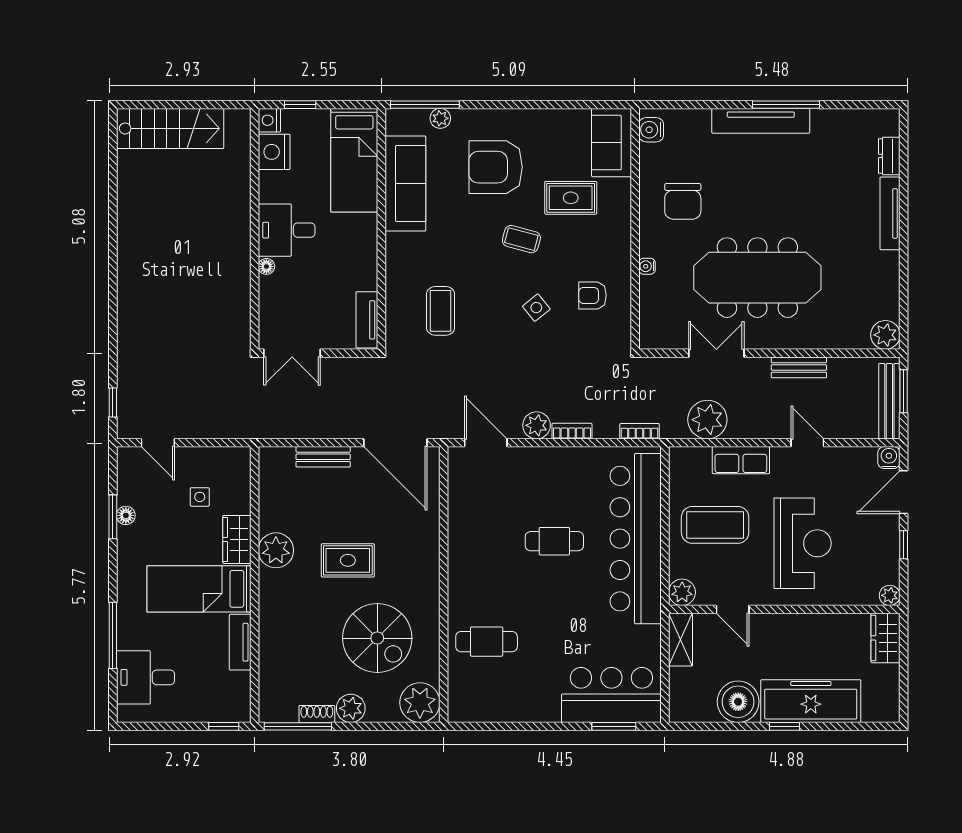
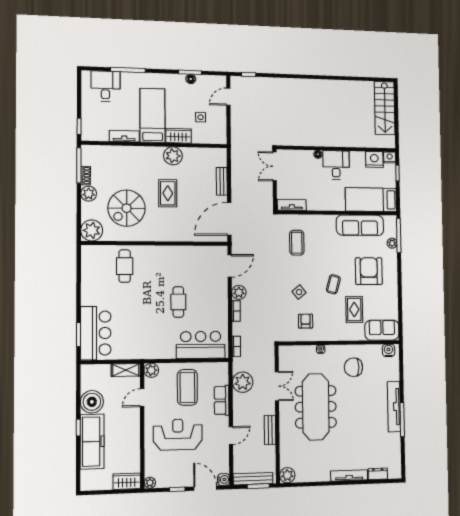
coffee table: (441, 311) -> (297, 243), turned 90
bar counter: (636, 539) -> (201, 345), width x0.54
reception desk: (803, 543) -> (178, 435), turned 180

